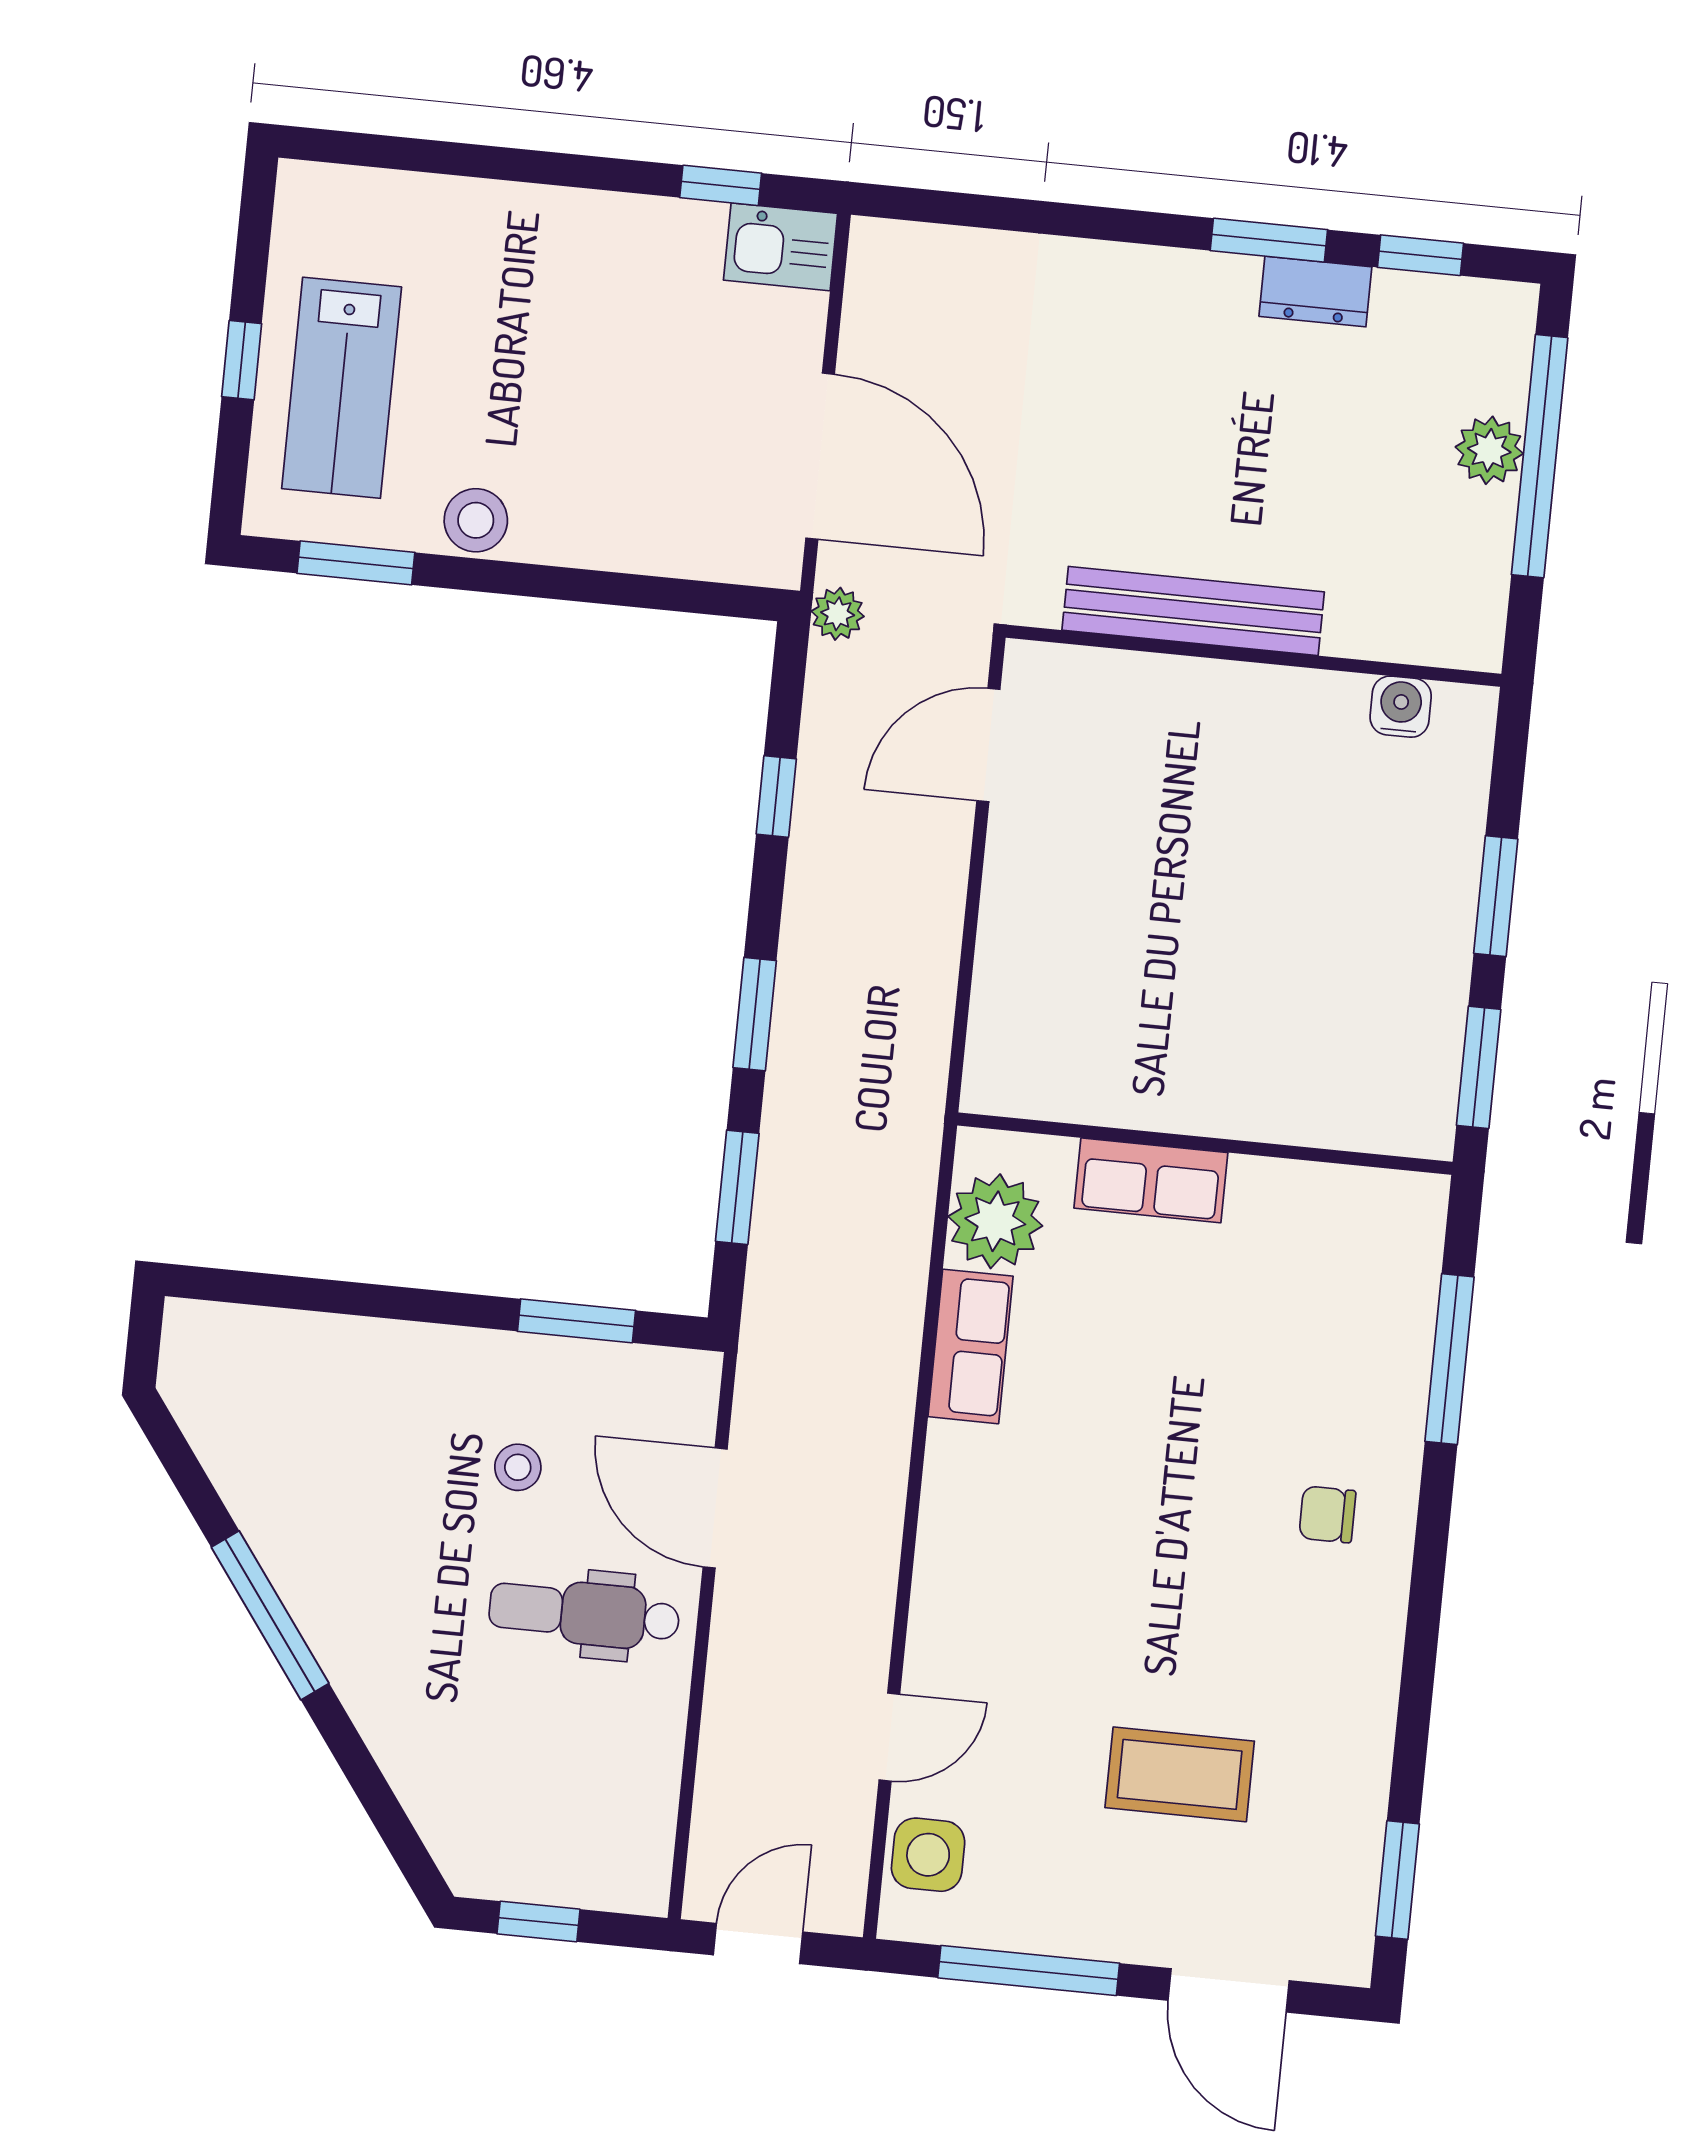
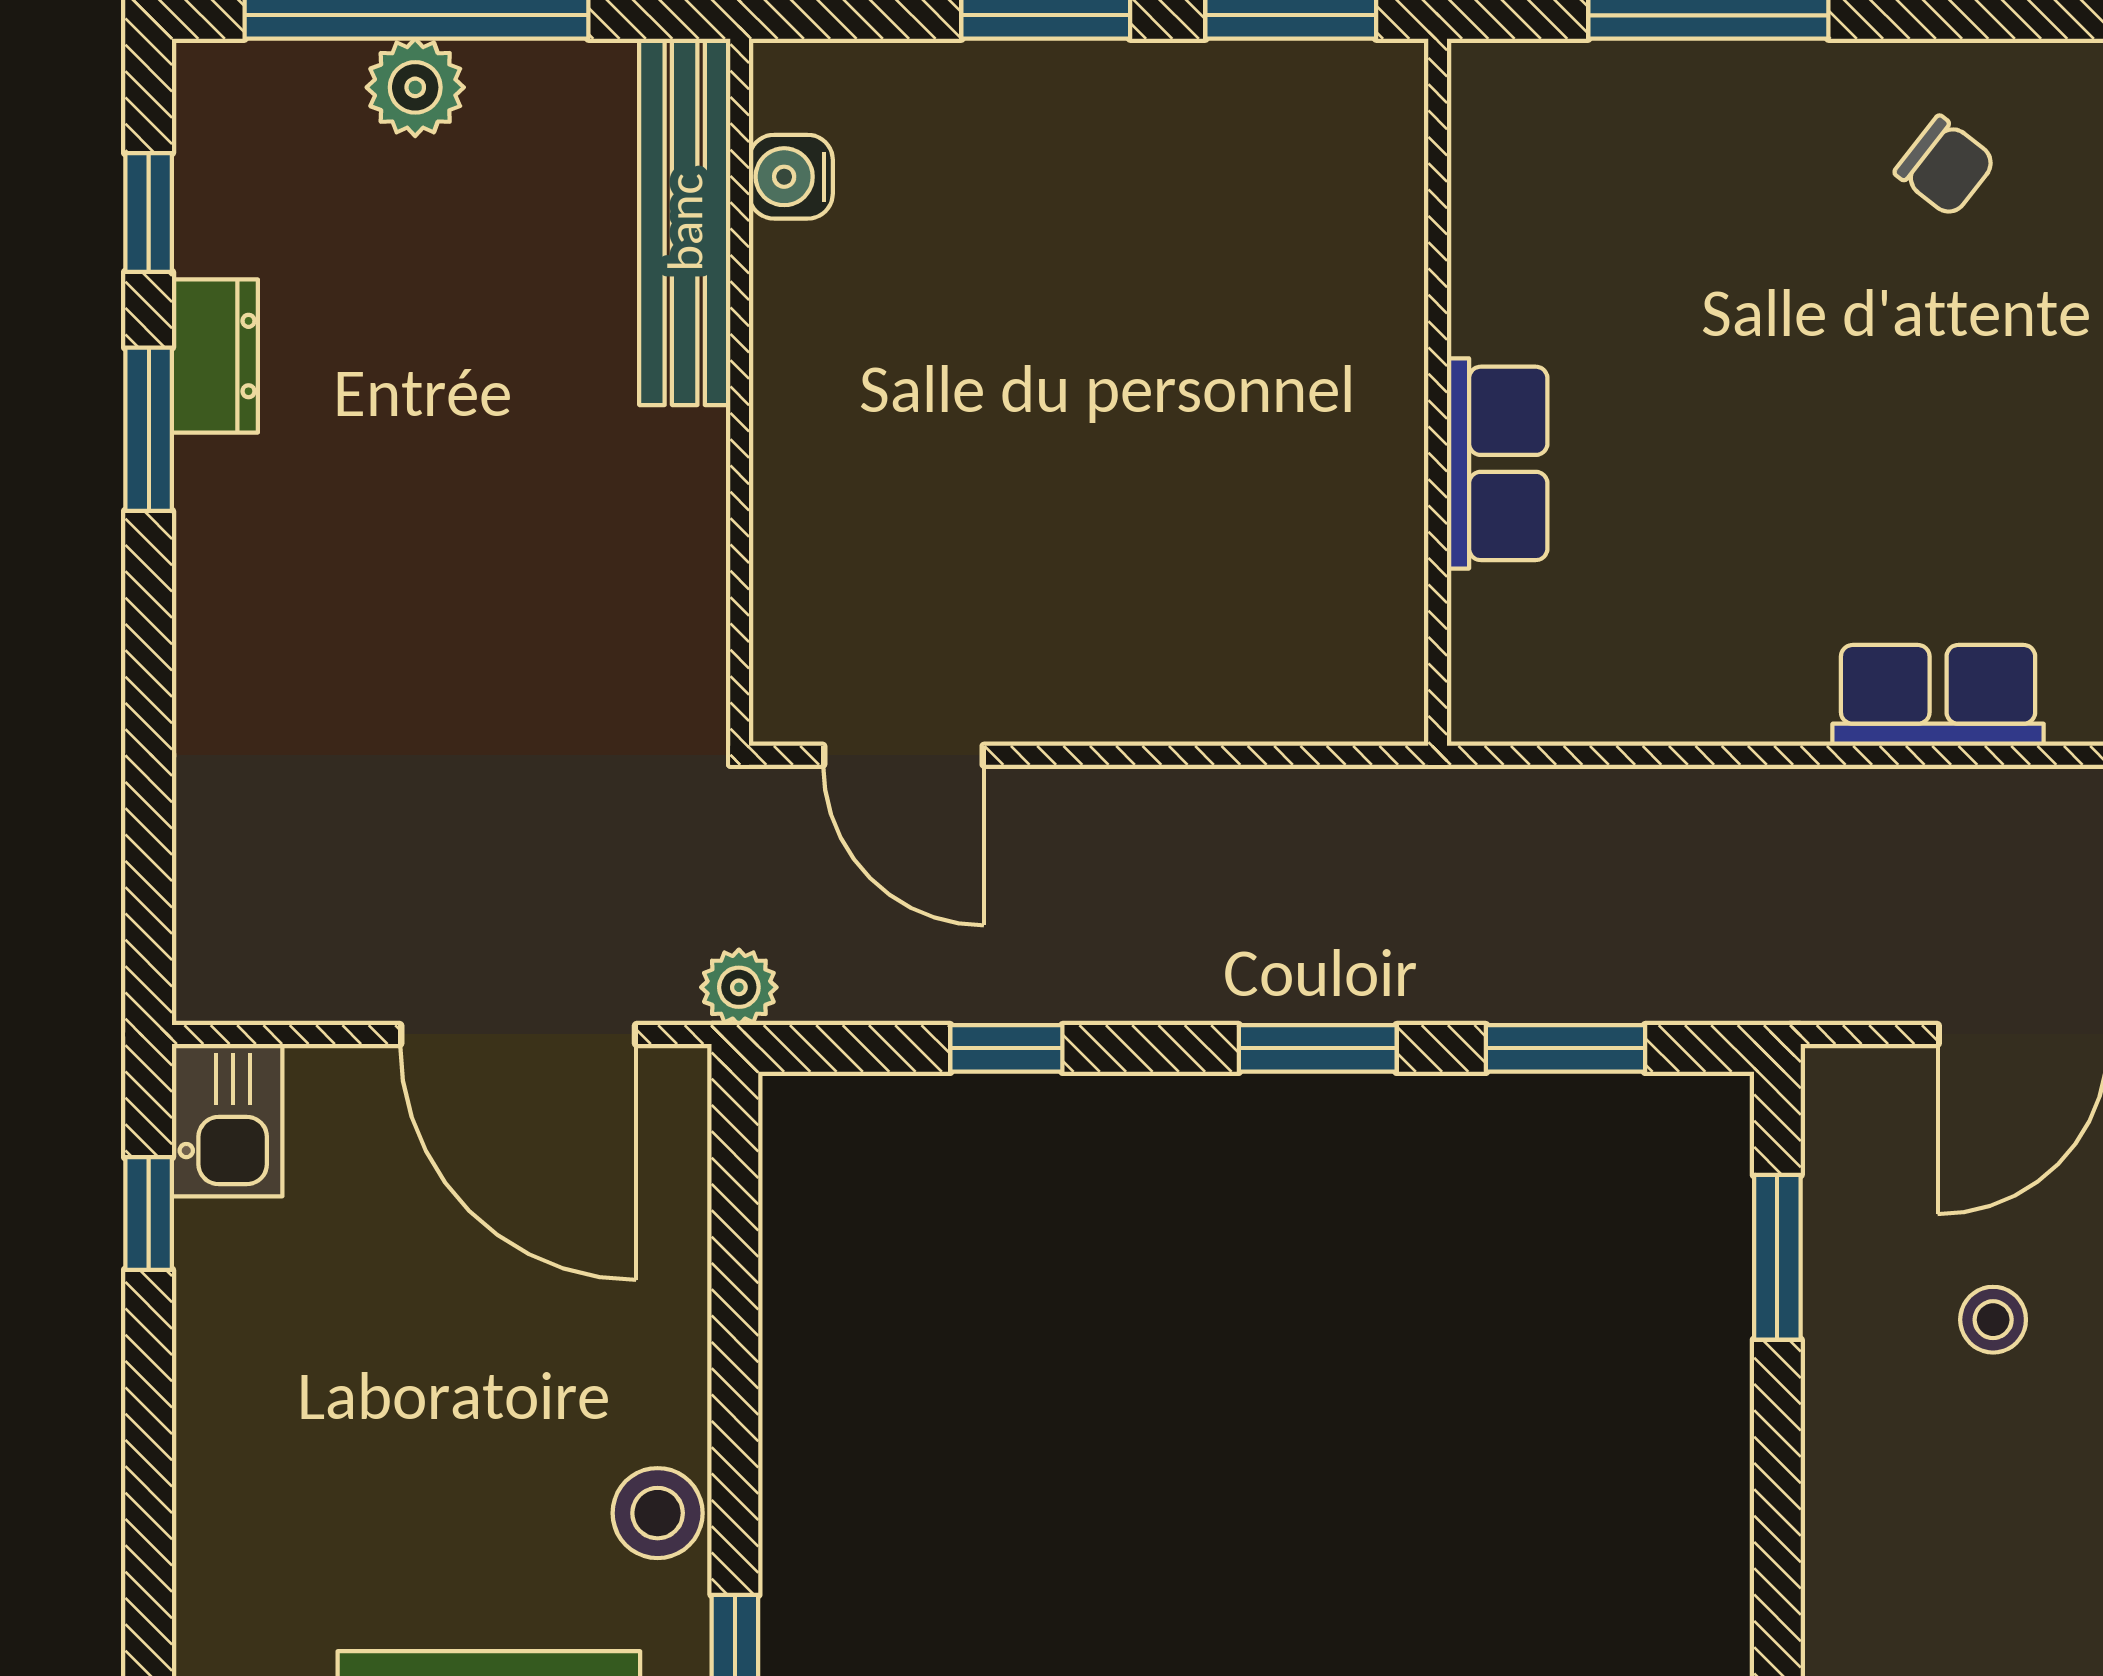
door: (820, 456) -> (518, 1034), swing flipped
bench: (1193, 611) -> (685, 222), moved
plant: (995, 1221) -> (1577, 678), removed
row of seats: (971, 1346) -> (1938, 695), moved
chair: (1327, 1514) -> (1945, 166), turned -52

